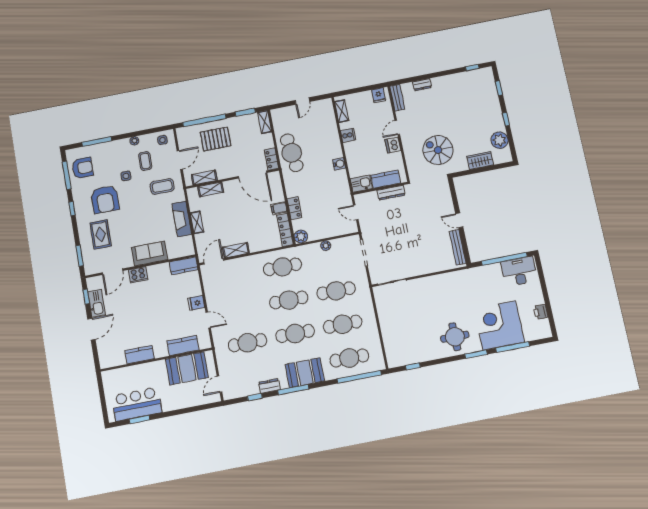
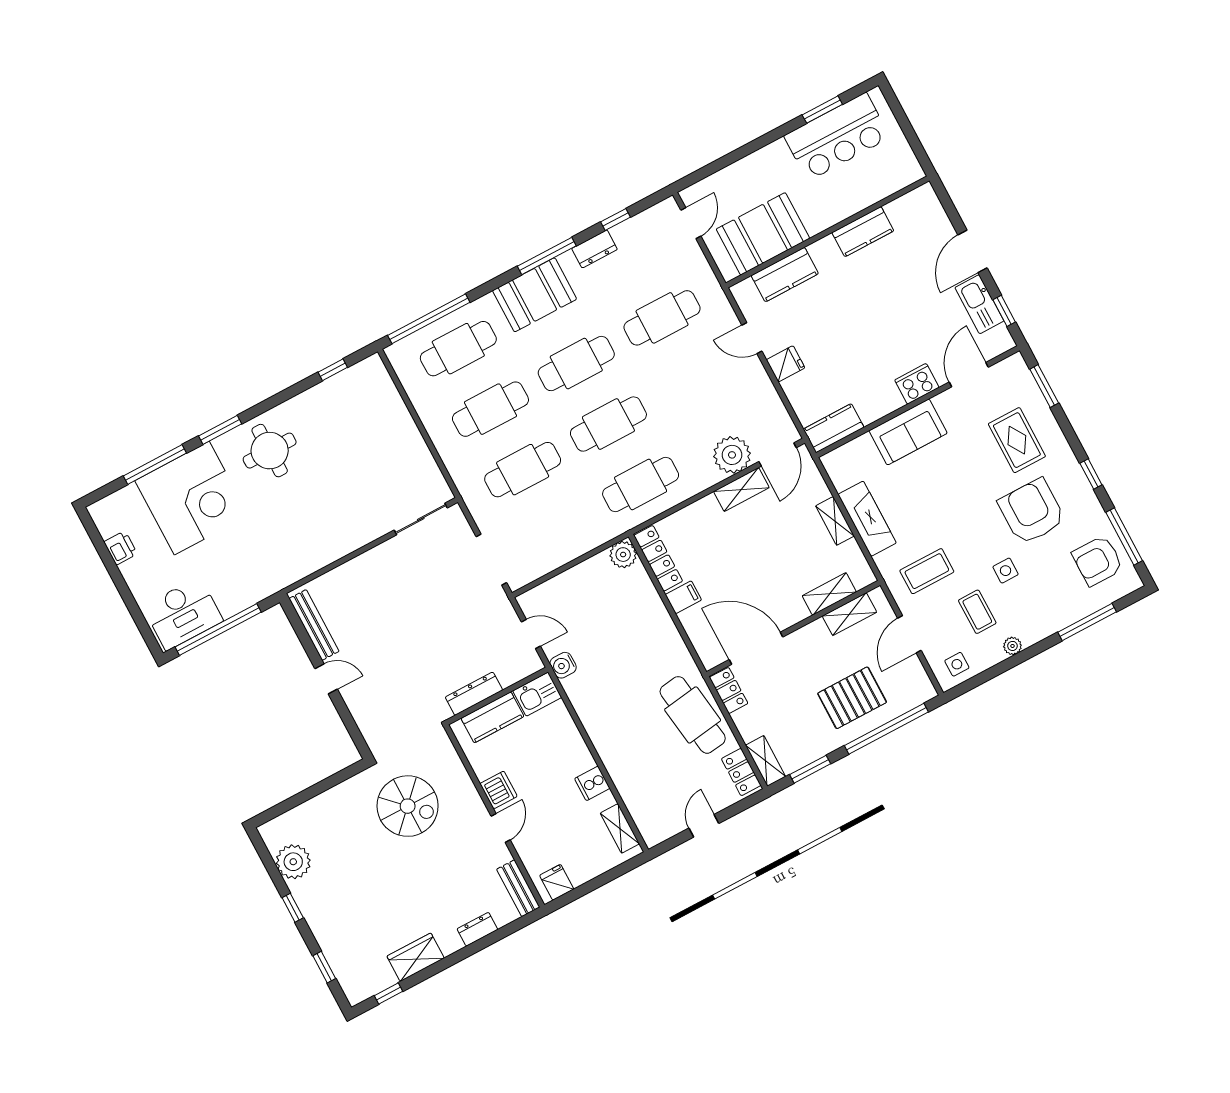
wardrobe: (480, 161) -> (416, 957), moved, turned 180
water cooler: (339, 164) -> (563, 665), moved
locker: (294, 208) -> (741, 772), moved
plant: (326, 246) -> (732, 455), moved, width x1.87, depth x1.87

